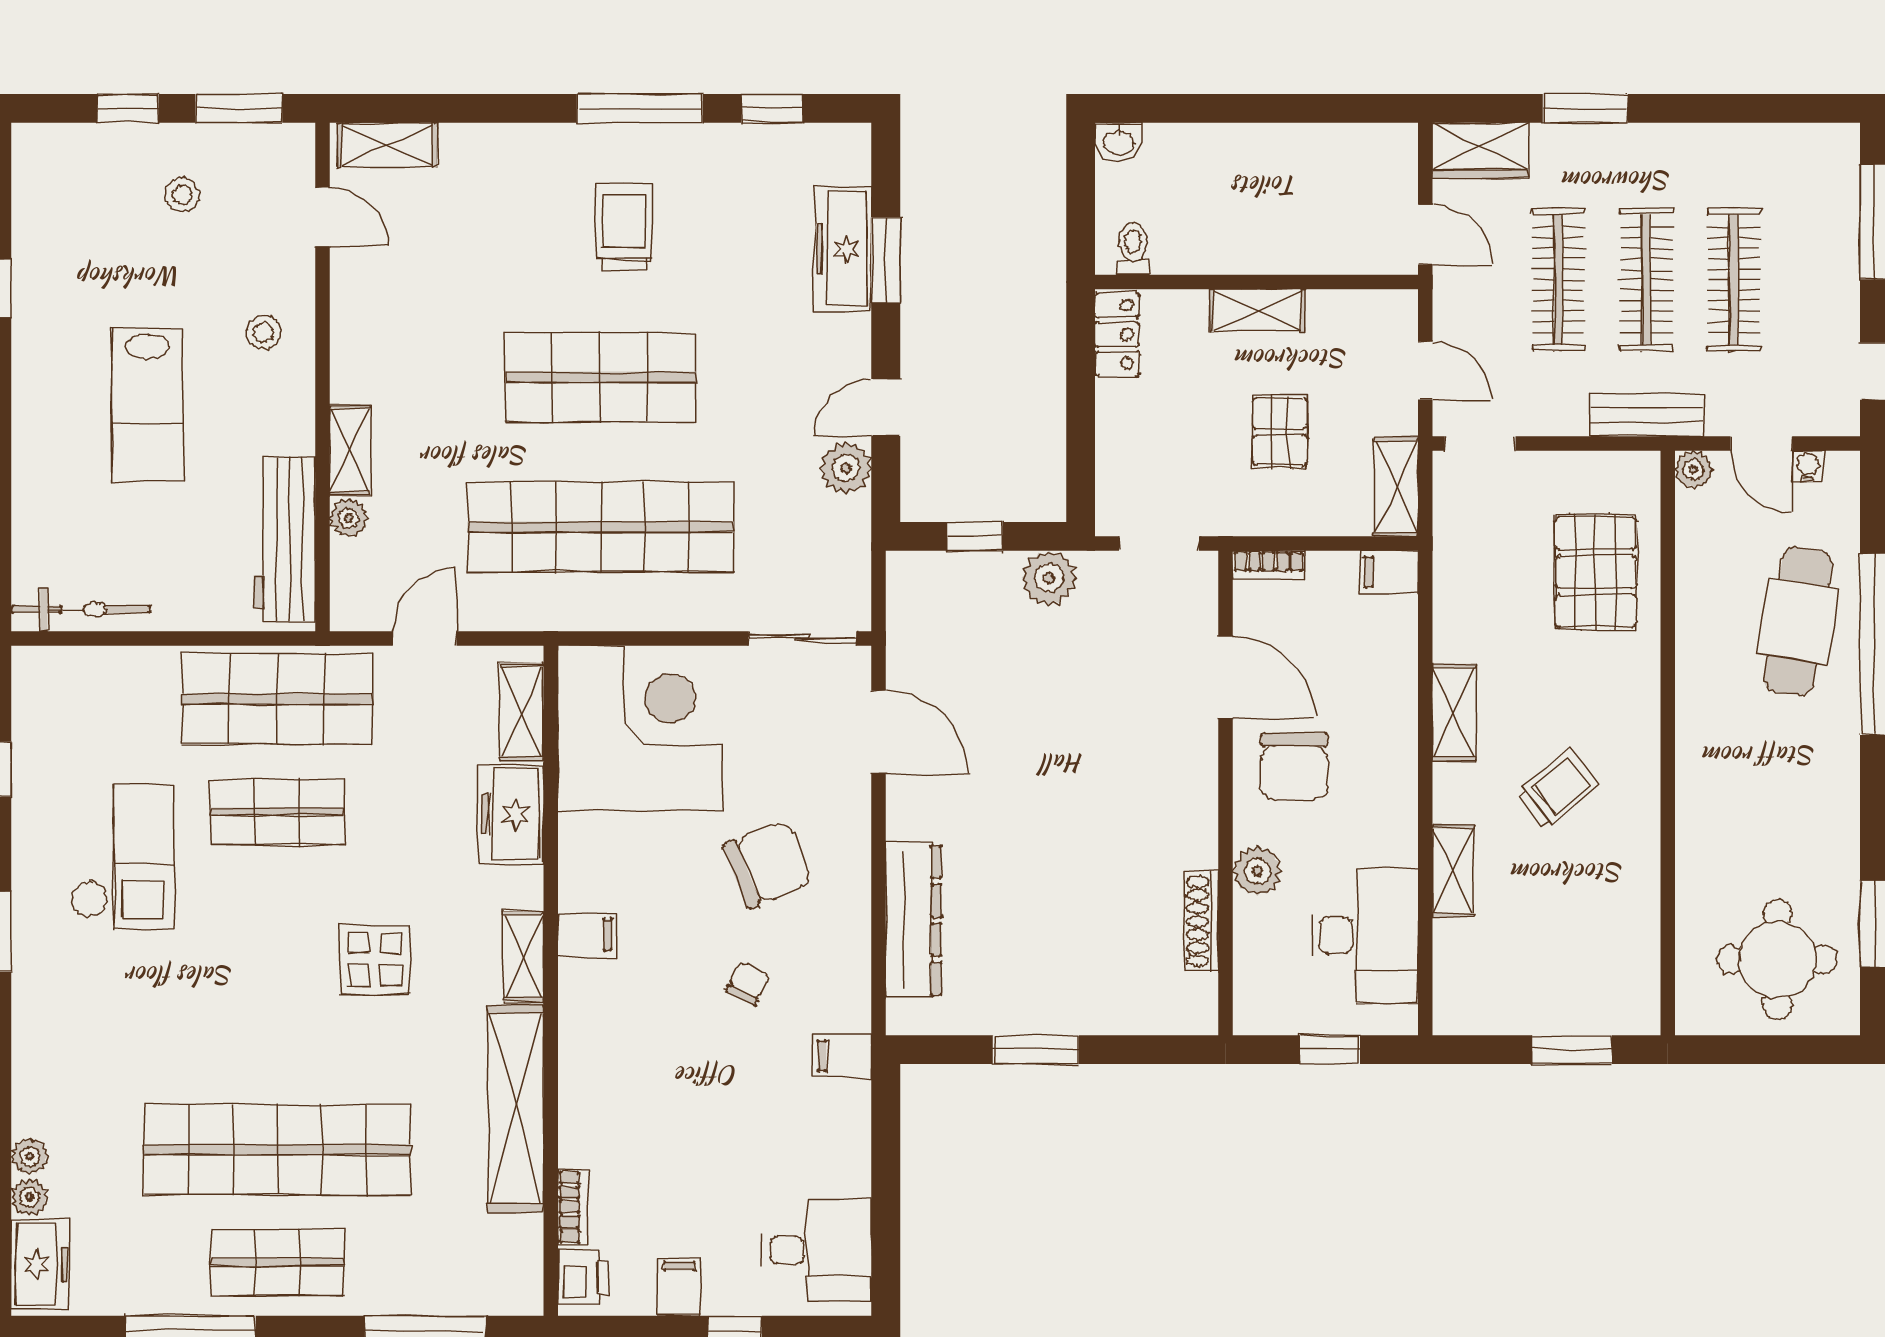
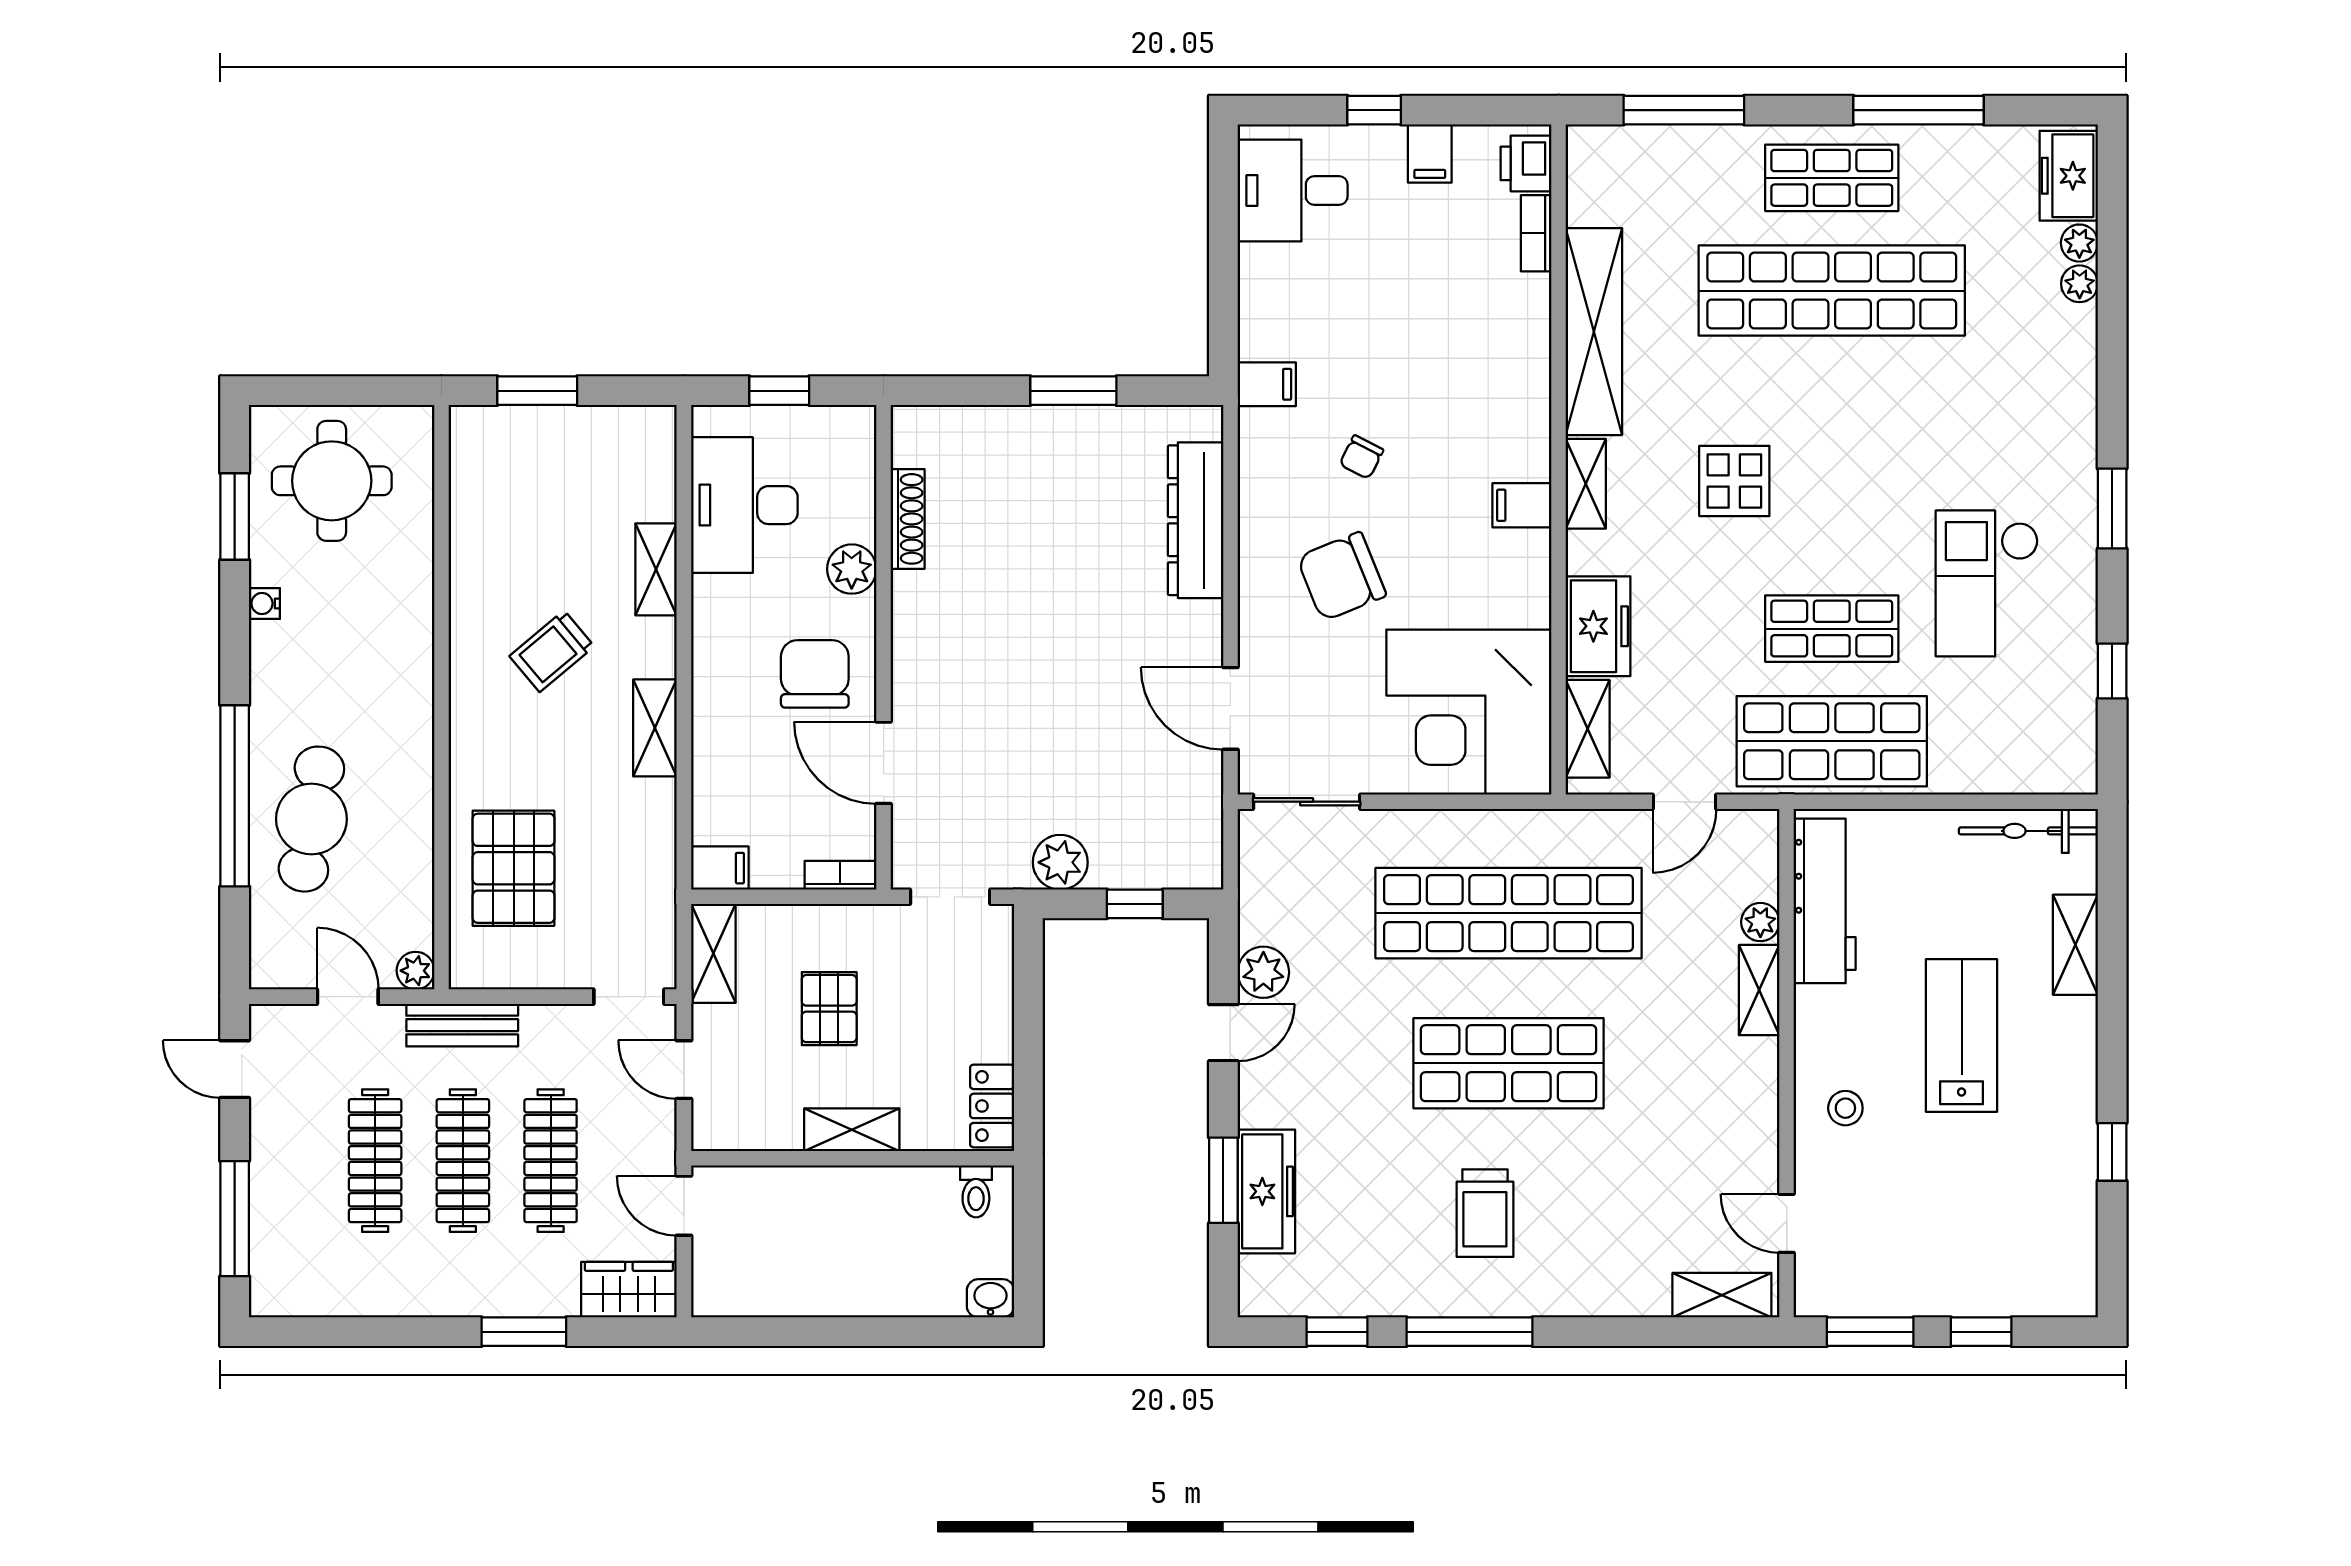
stool: (182, 195) -> (1927, 1245), removed
water cooler: (1808, 466) -> (264, 603), moved, turned 90
shelving: (34, 495) -> (2075, 945), added

